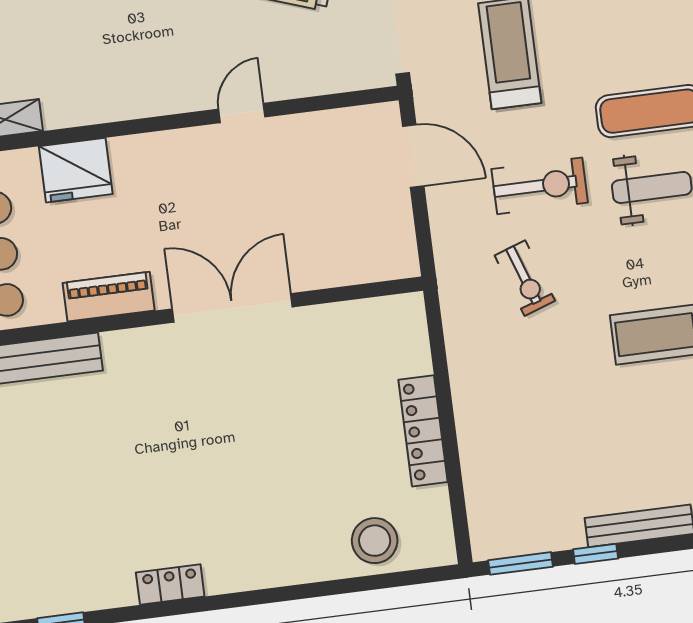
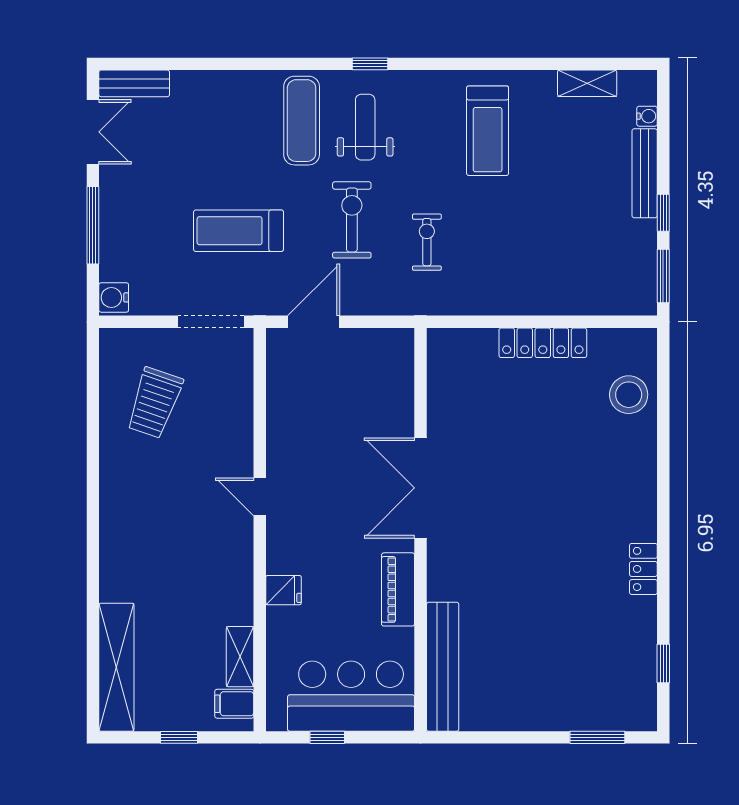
door: (242, 113) -> (260, 497), moved
fridge: (76, 170) -> (284, 590), width x0.53, depth x0.75
exercise bike: (525, 278) -> (427, 242), turned -71

